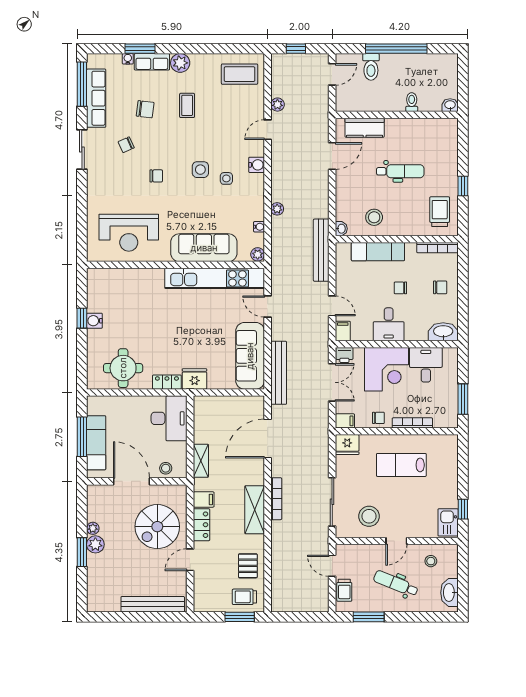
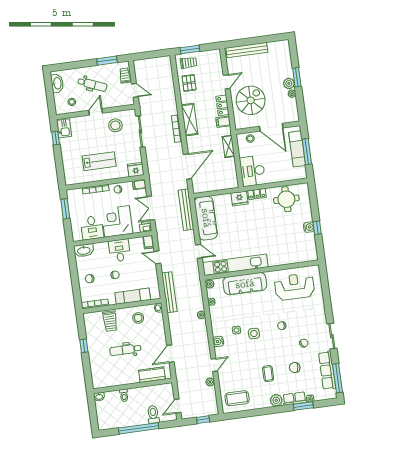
trolley: (440, 212) -> (110, 321), moved

